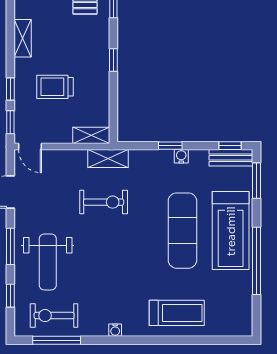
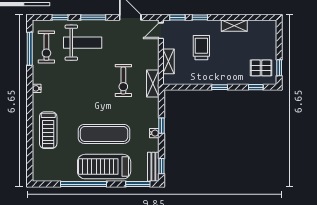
shelving: (91, 135) -> (168, 61), moved
weight bench: (48, 262) -> (83, 43), turned 180
exercise bike: (54, 316) -> (46, 47), turned 180

